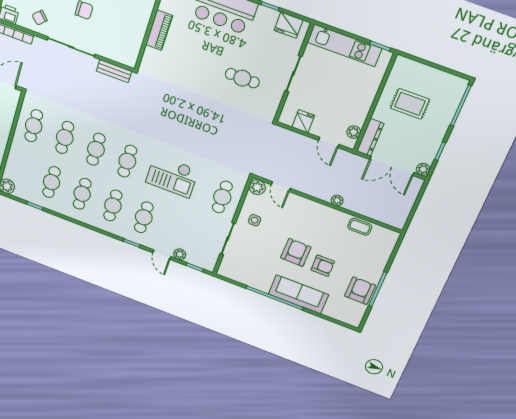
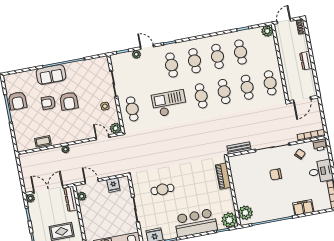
piano: (159, 30) -> (223, 176), moved
sofa: (298, 294) -> (51, 75), width x0.73

